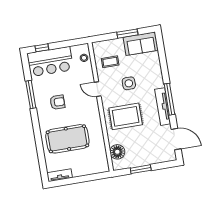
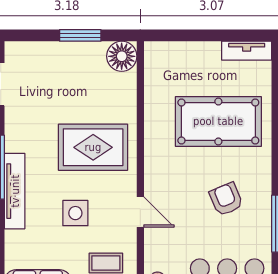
armchair: (57, 102) -> (226, 199), turned 67
tv unit: (163, 107) -> (15, 191), moved
floor lamp: (117, 152) -> (122, 56), moved

